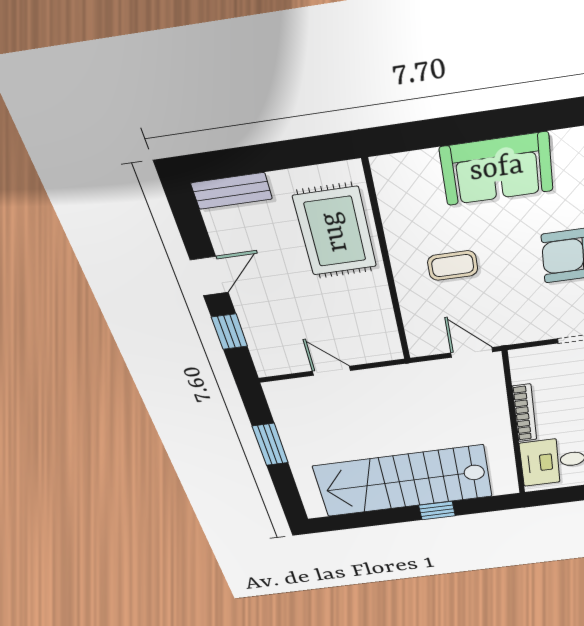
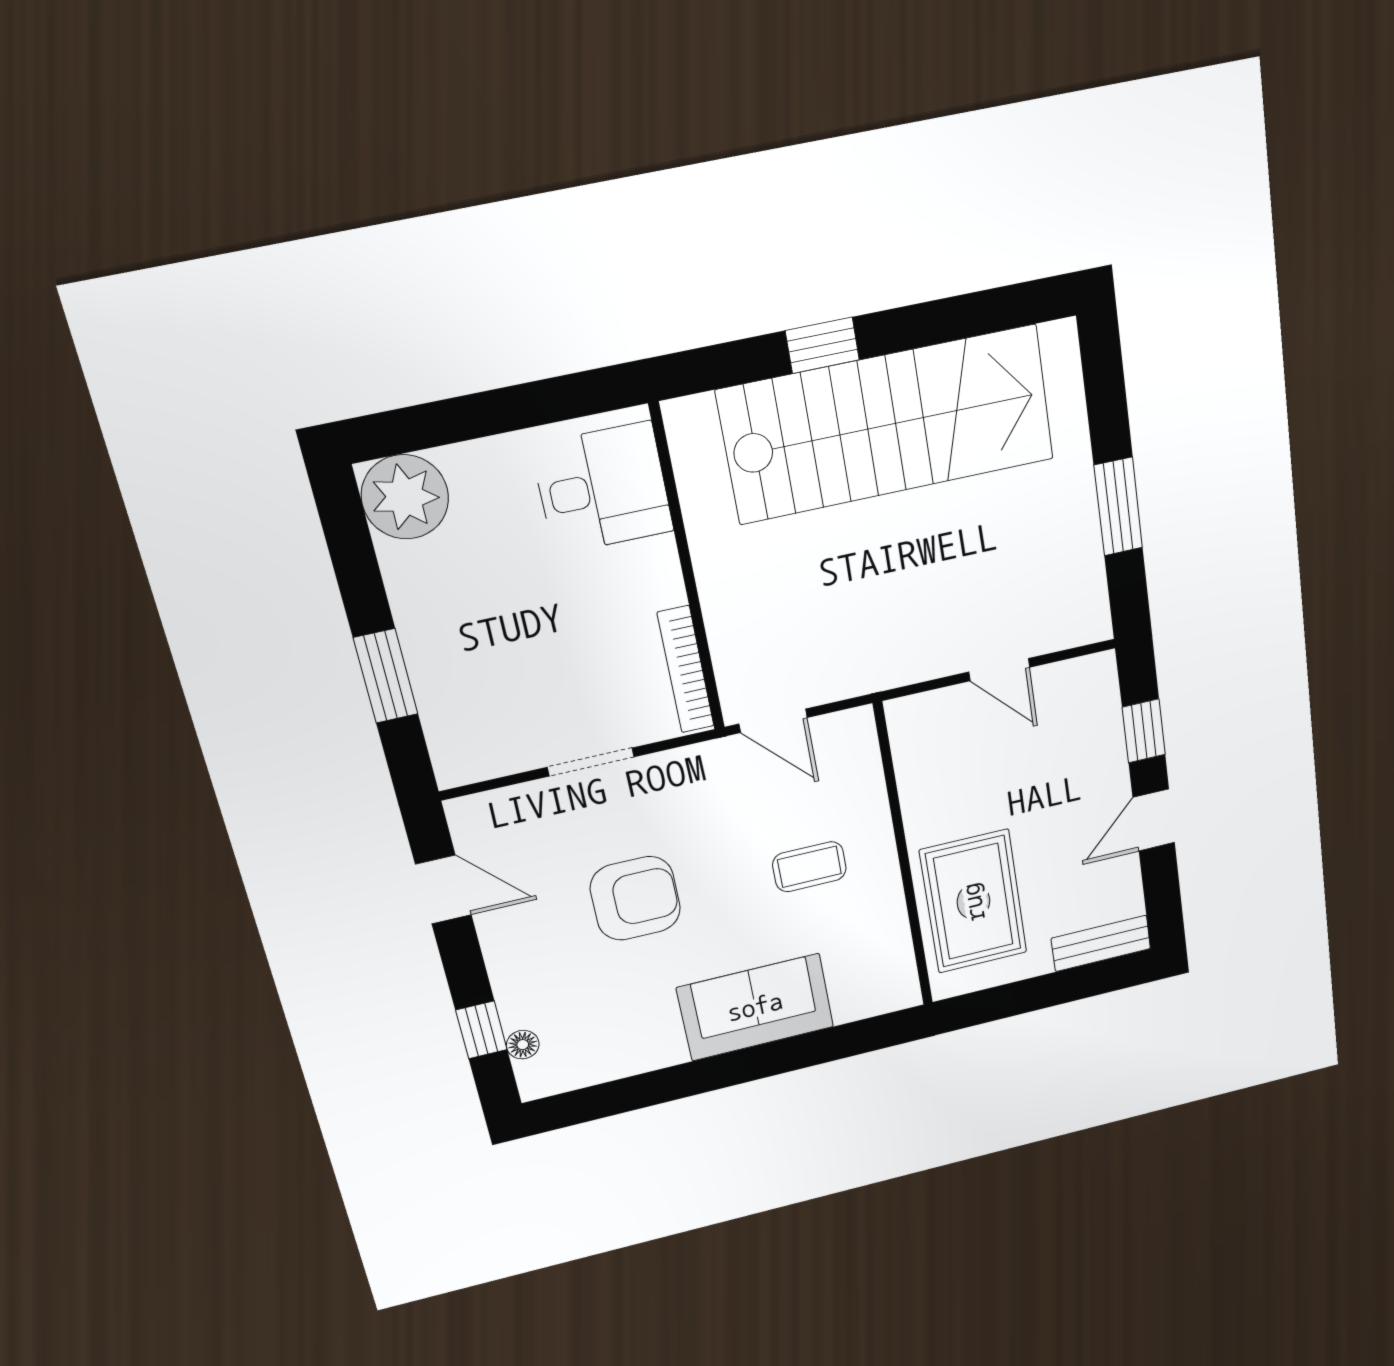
bookcase: (525, 413) -> (686, 670), moved

